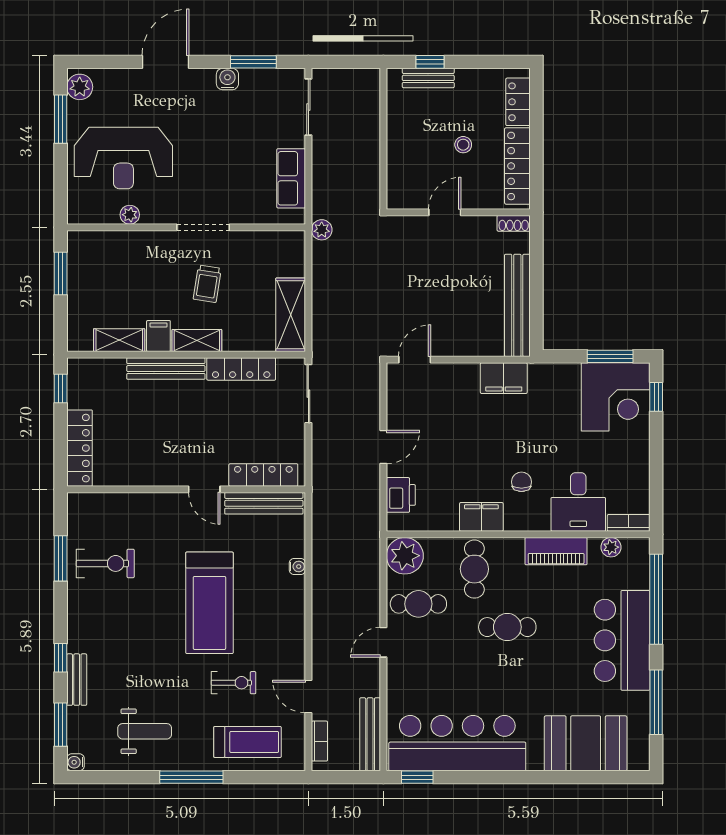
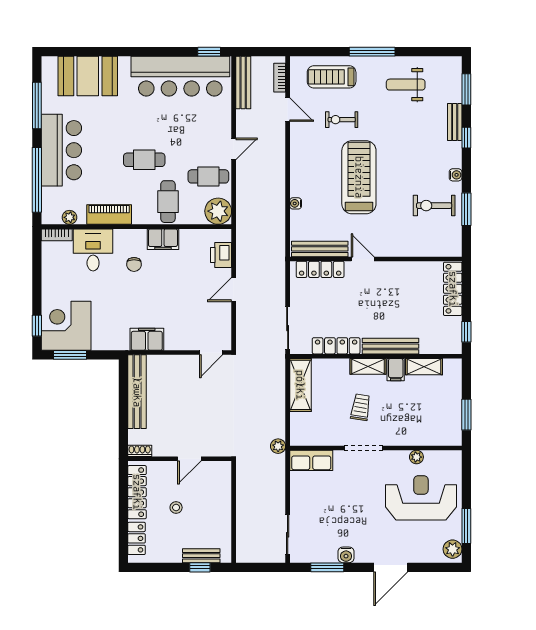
row of seats: (291, 178) -> (311, 460), moved, turned 90
water cooler: (76, 762) -> (456, 175), moved

